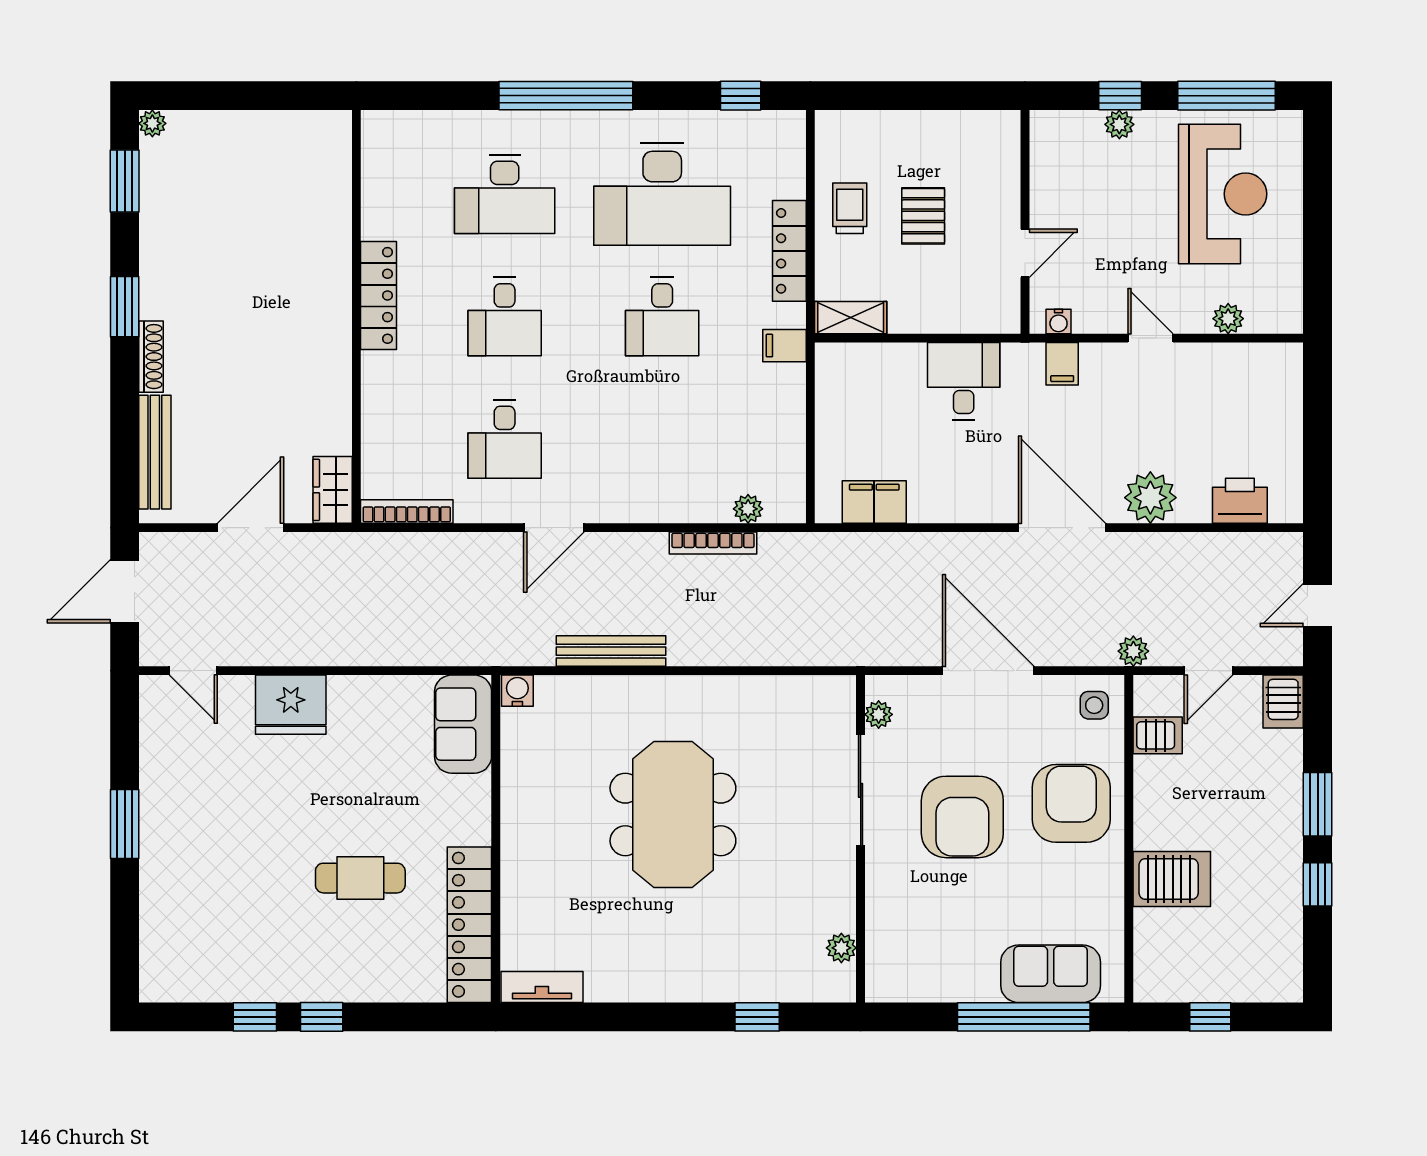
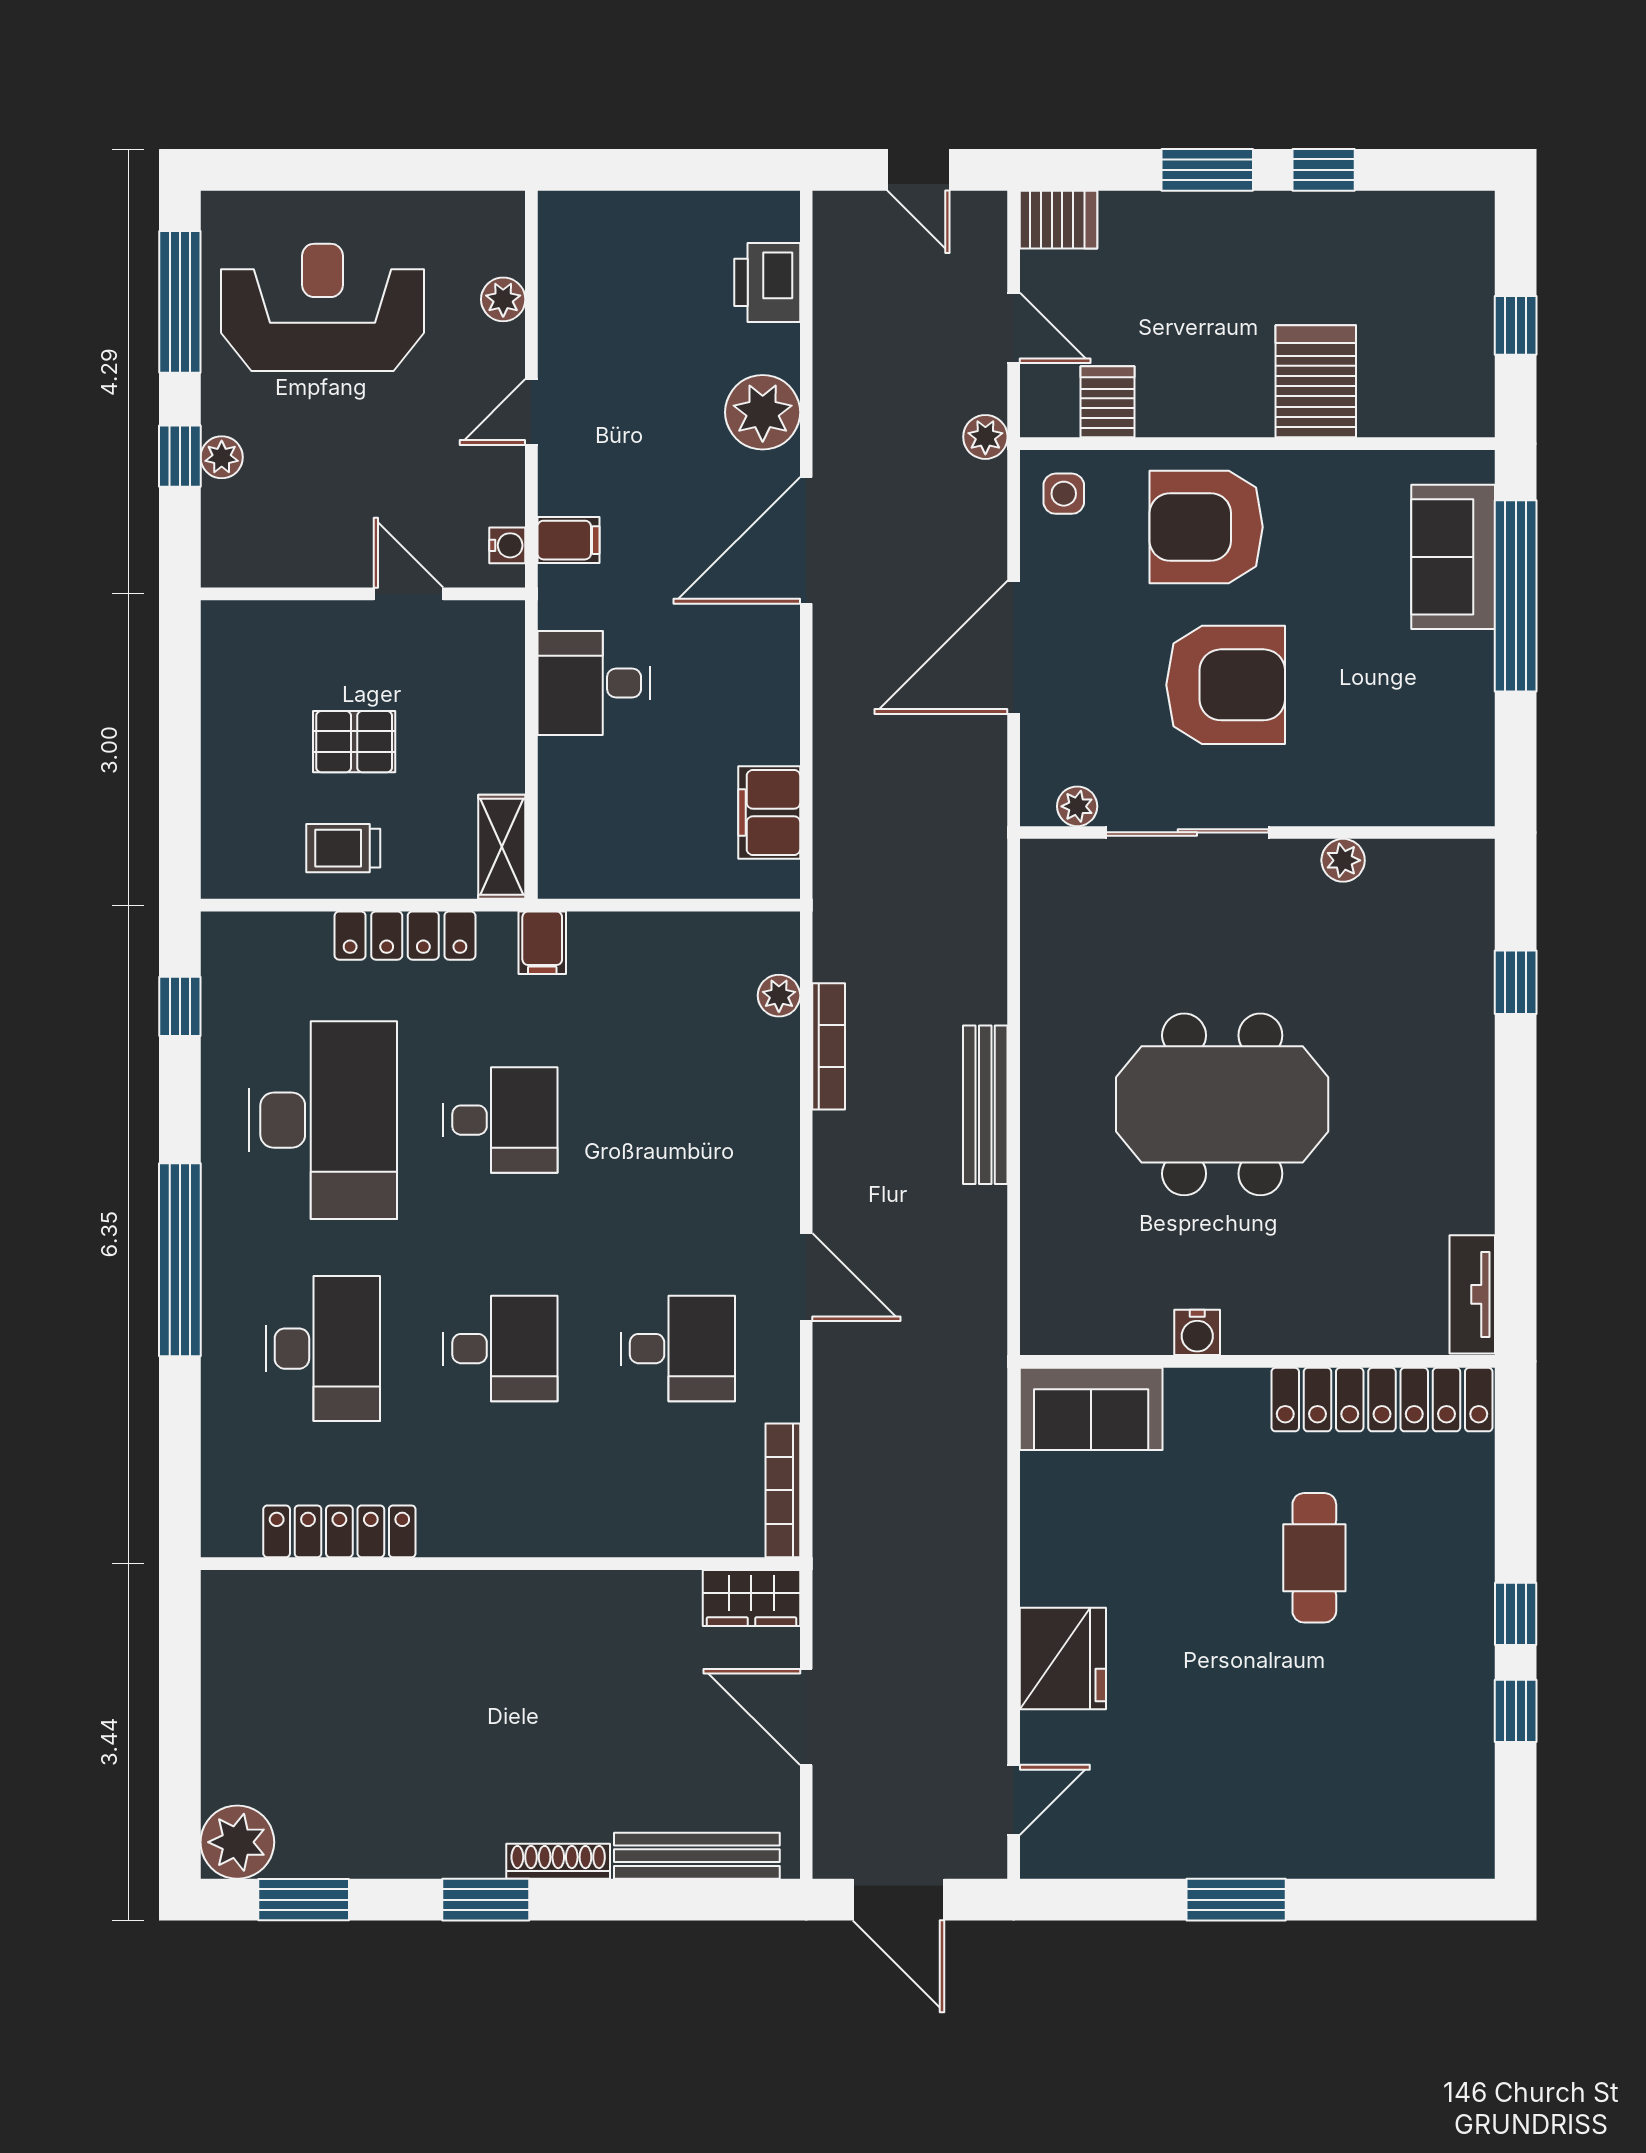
plant: (152, 123) -> (237, 1842), width x1.88, depth x1.88
locker: (379, 295) -> (339, 1531), moved
bench: (611, 651) -> (985, 1105), moved
water cooler: (517, 691) -> (1197, 1332), moved, turned -90
plant: (841, 948) -> (1343, 860), moved

